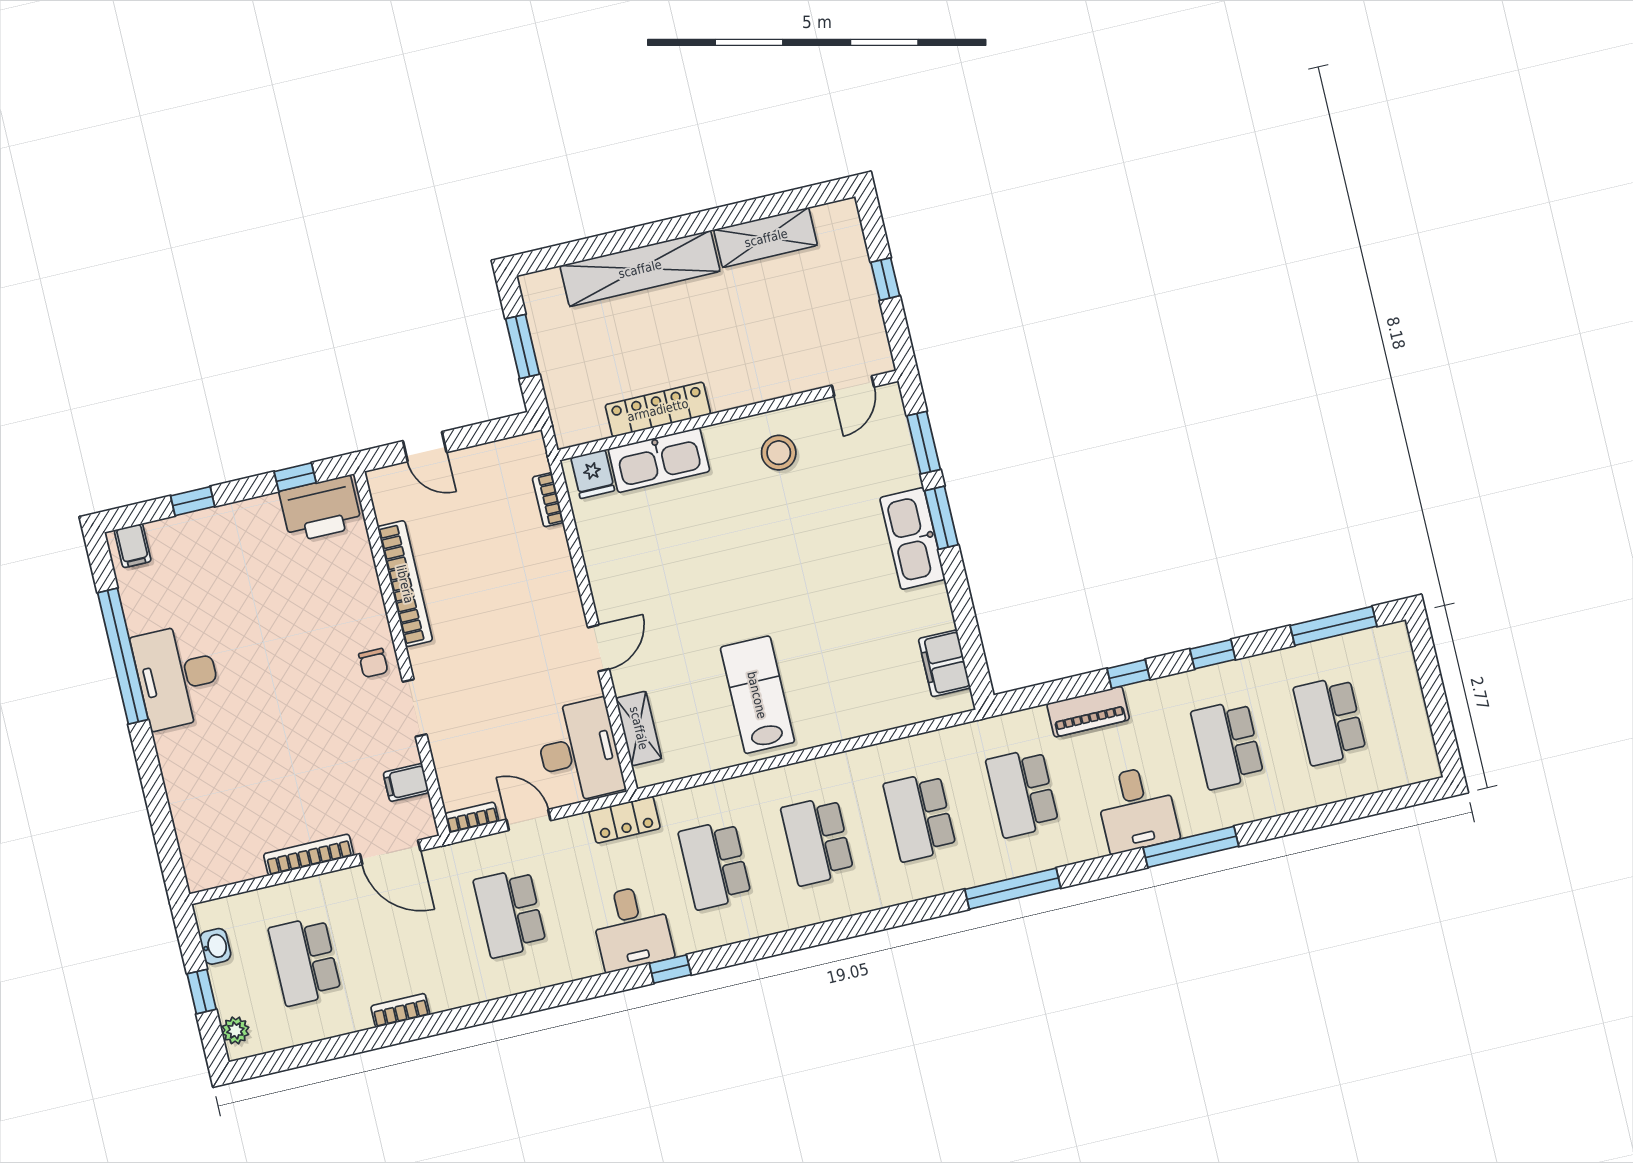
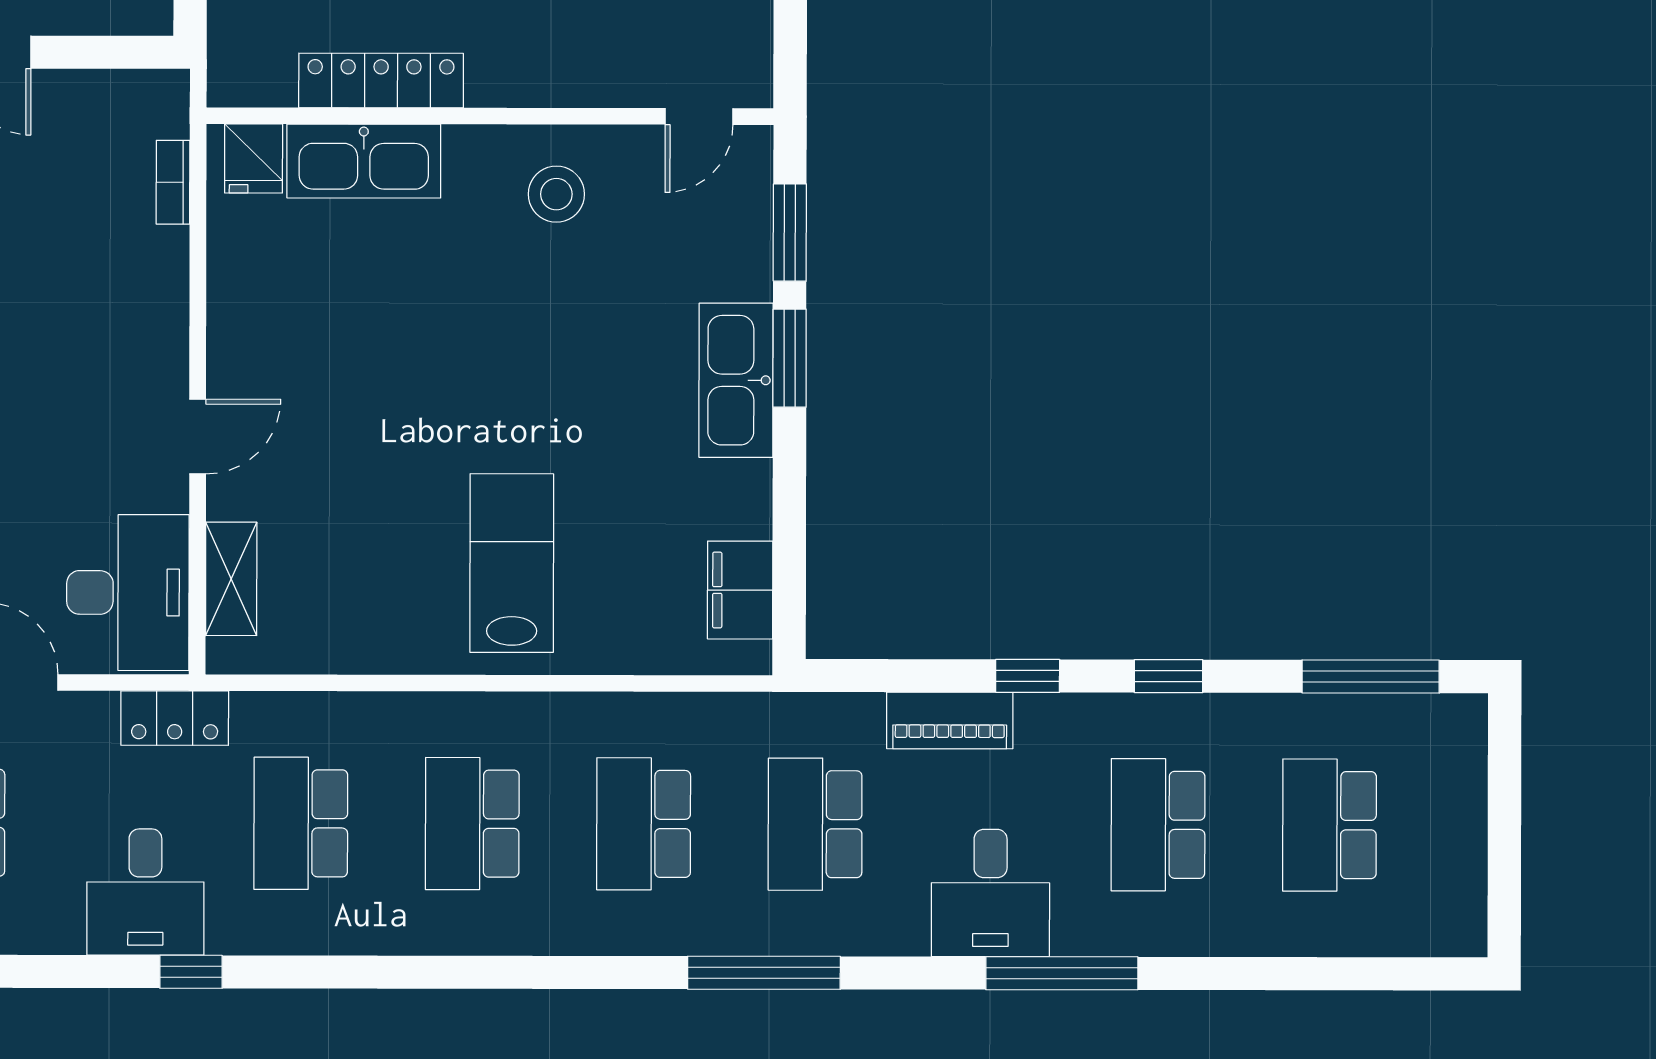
lab bench: (757, 695) -> (512, 563), moved

